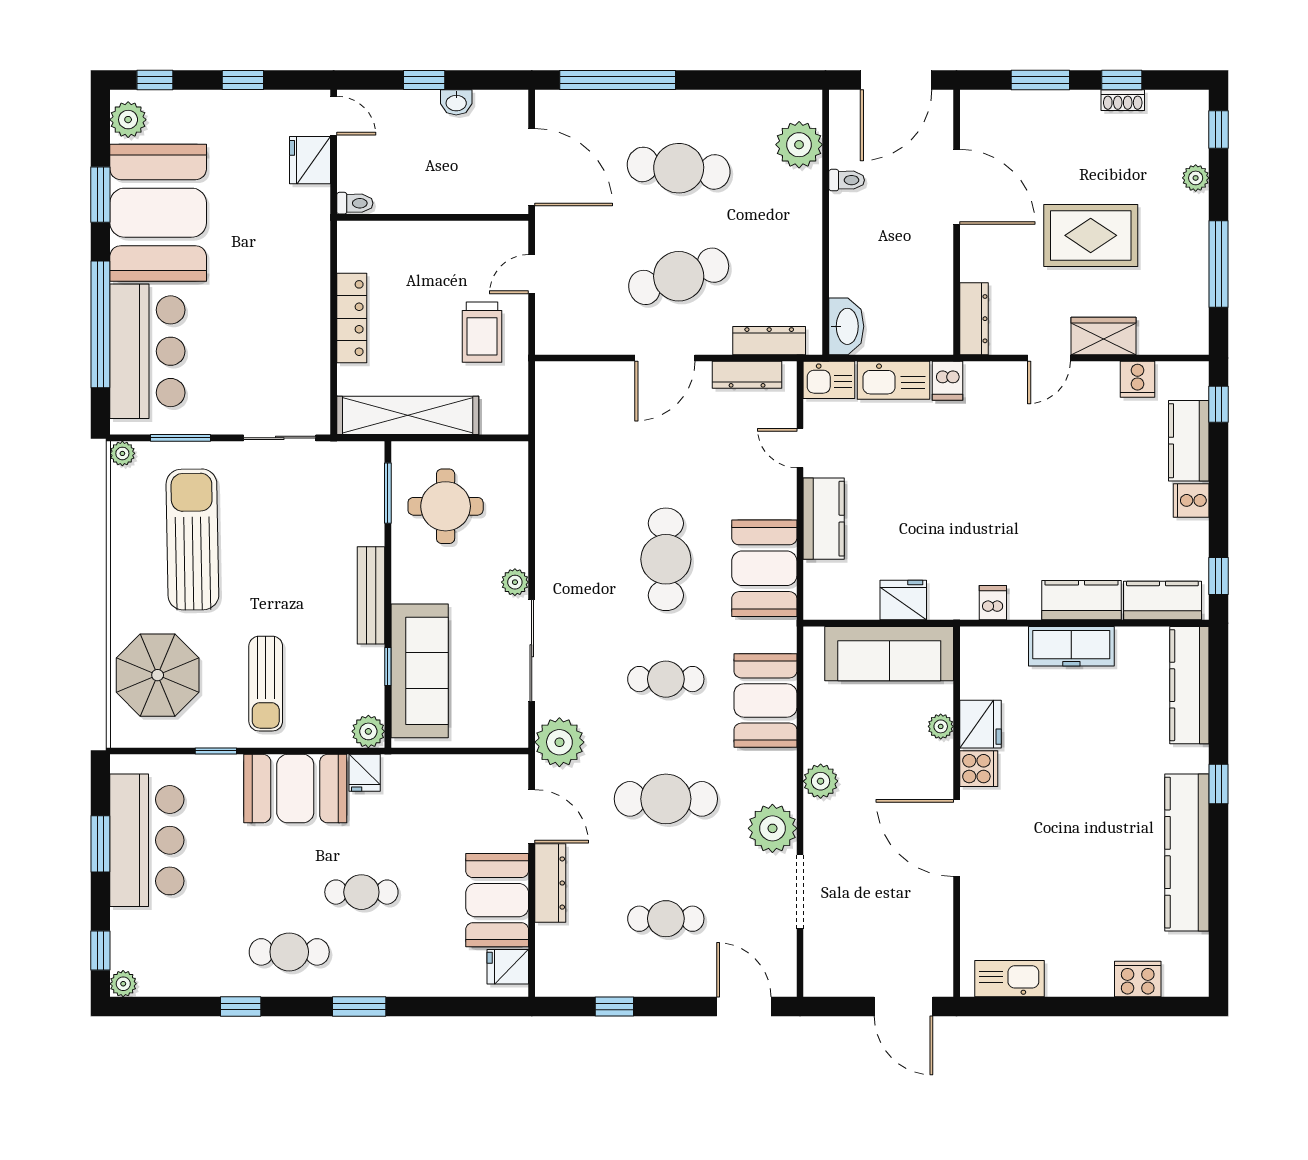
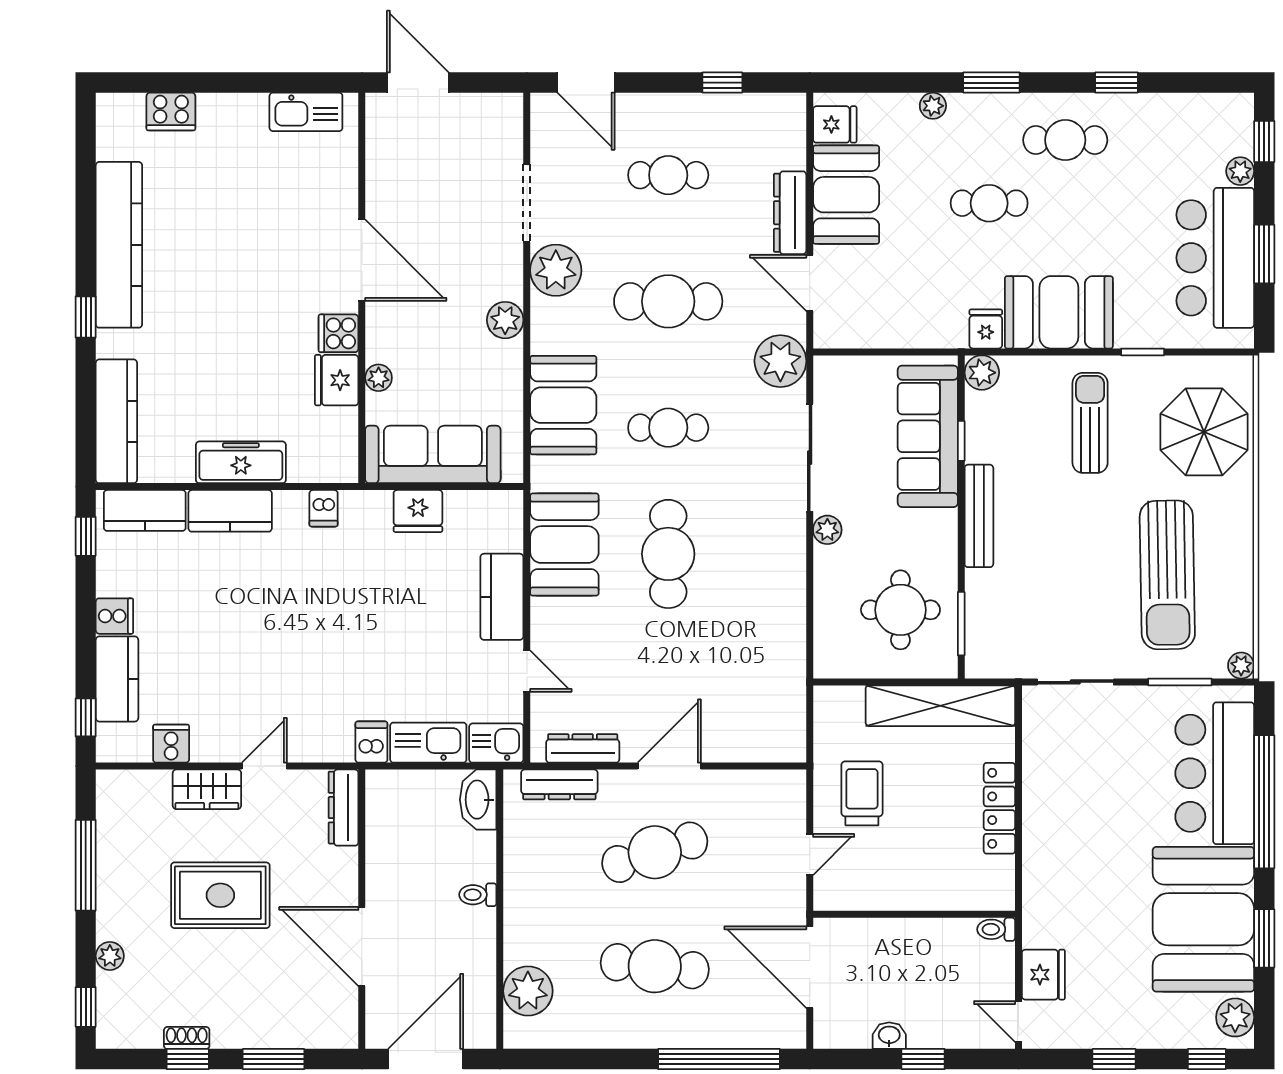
toilet: (847, 180) -> (478, 895), moved
plant: (123, 984) -> (1240, 171), moved
plant: (415, 984) -> (933, 106), added

